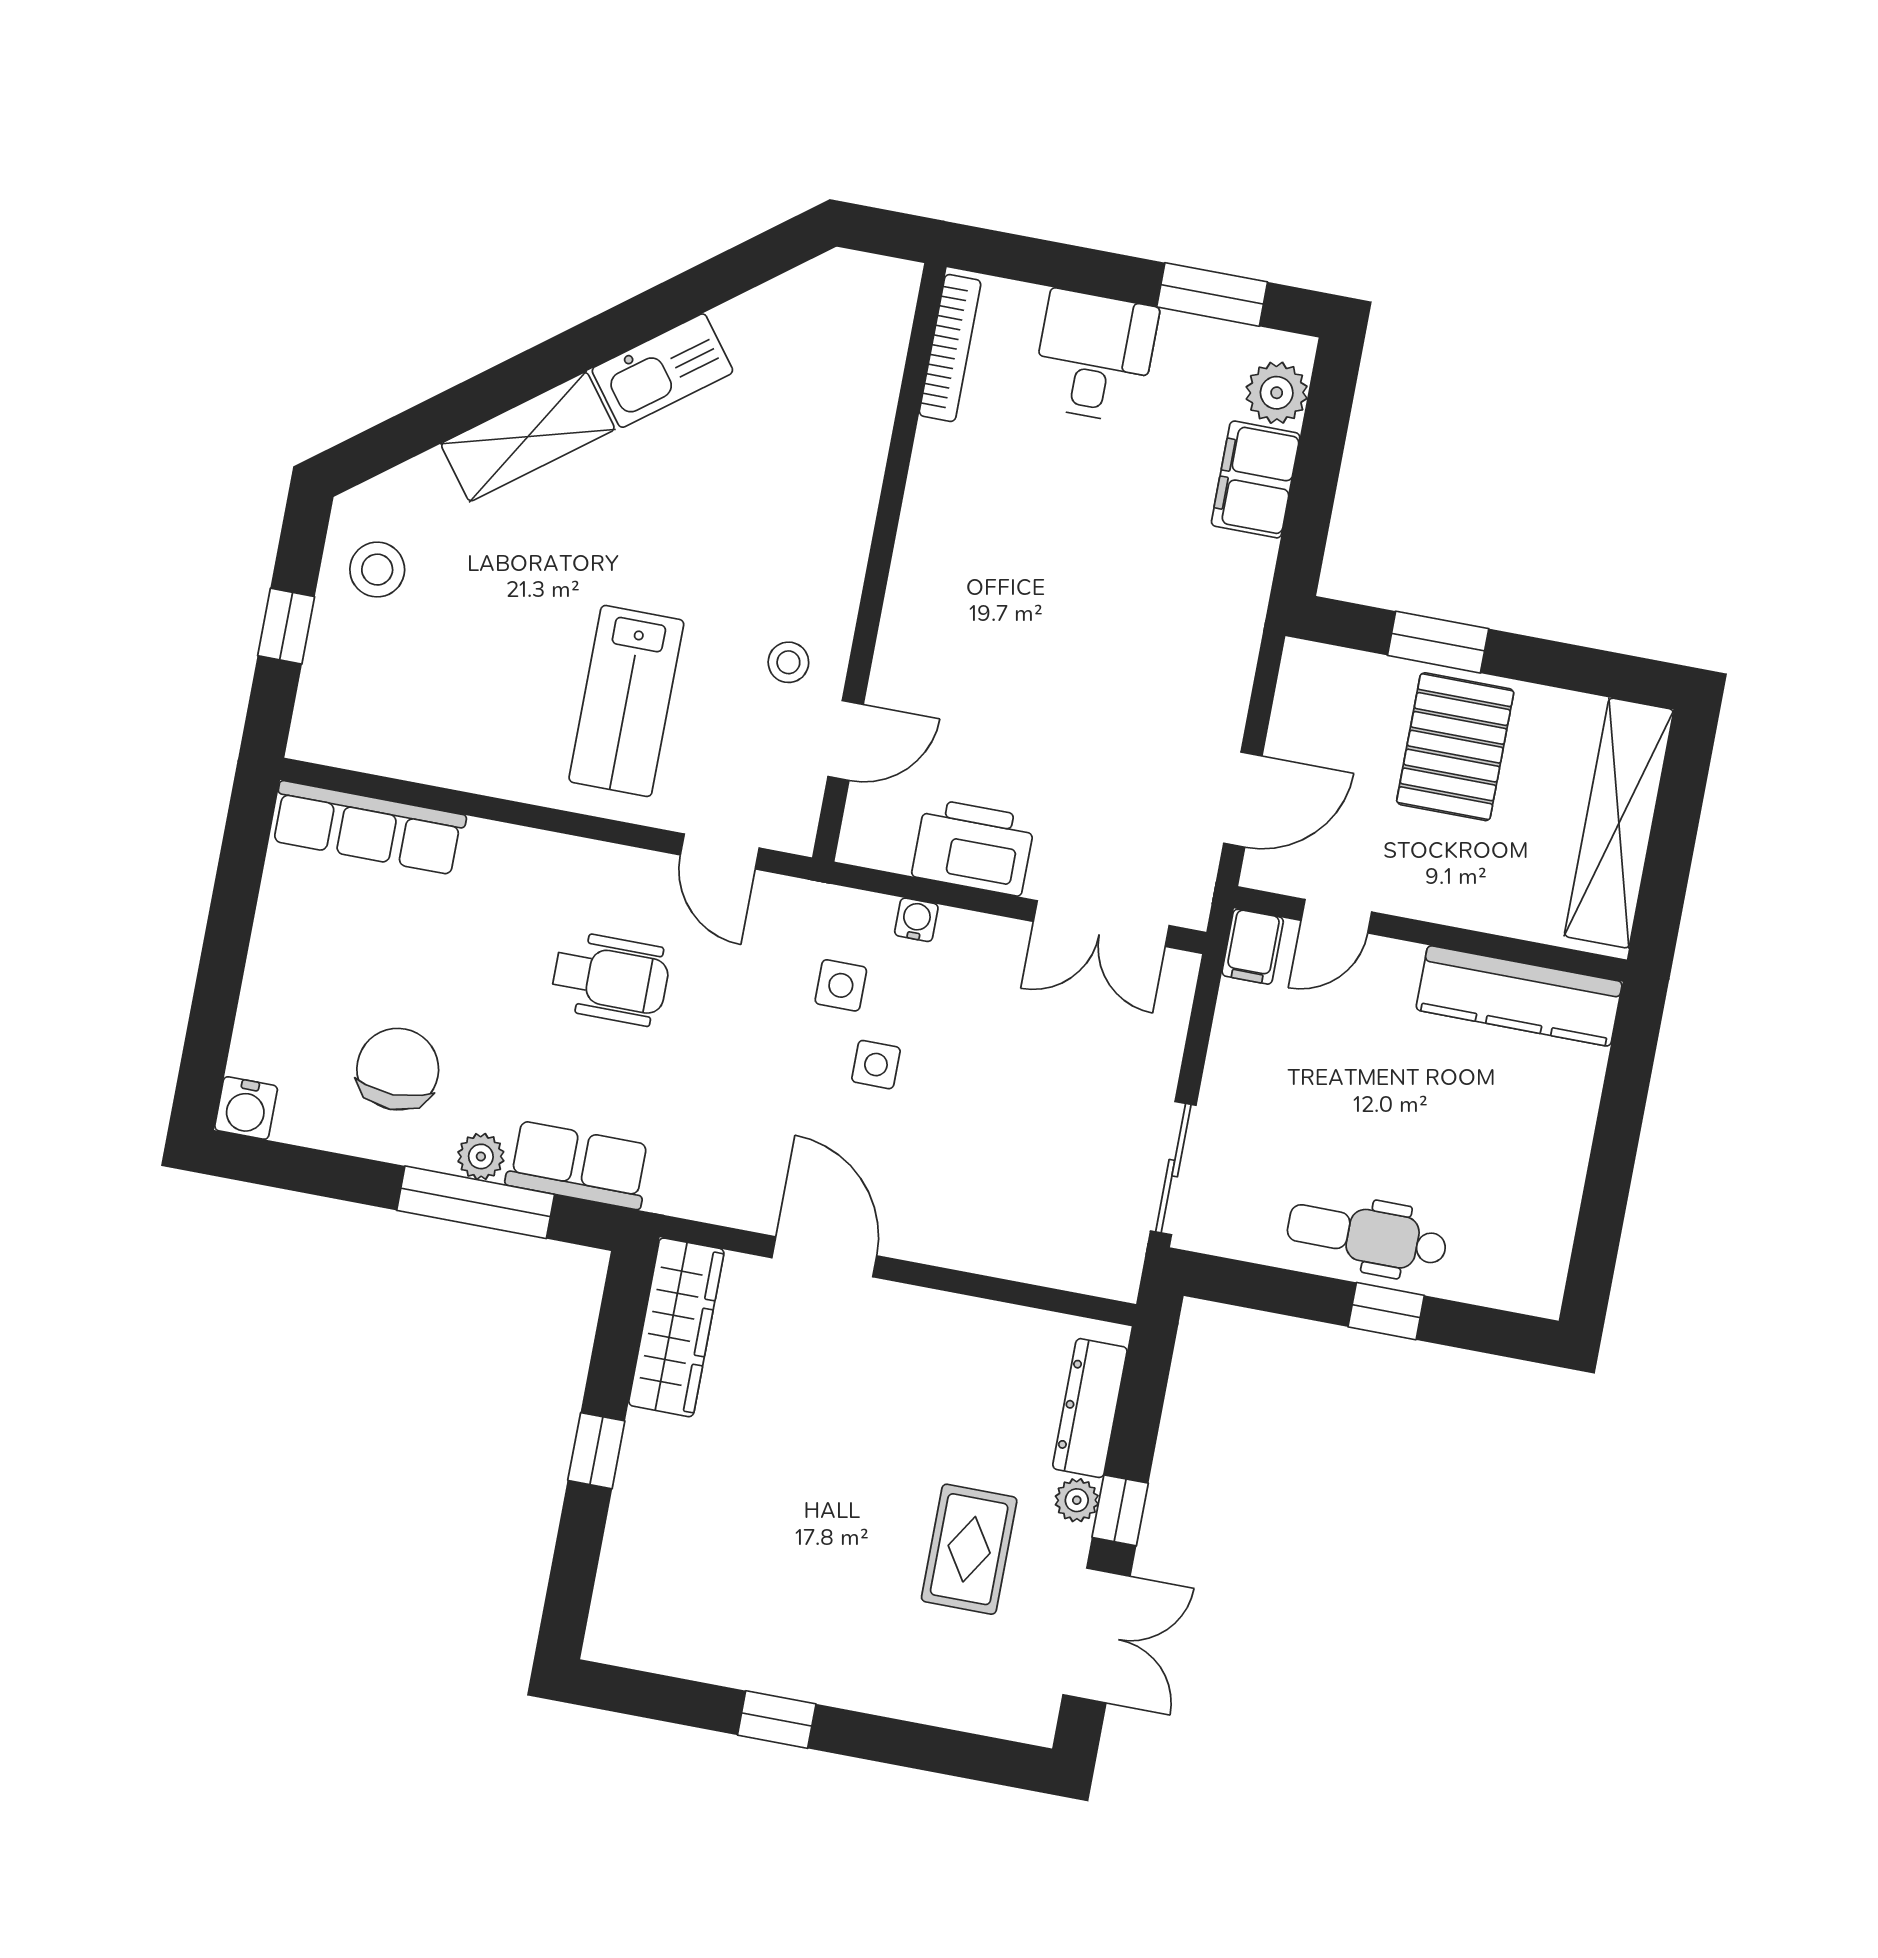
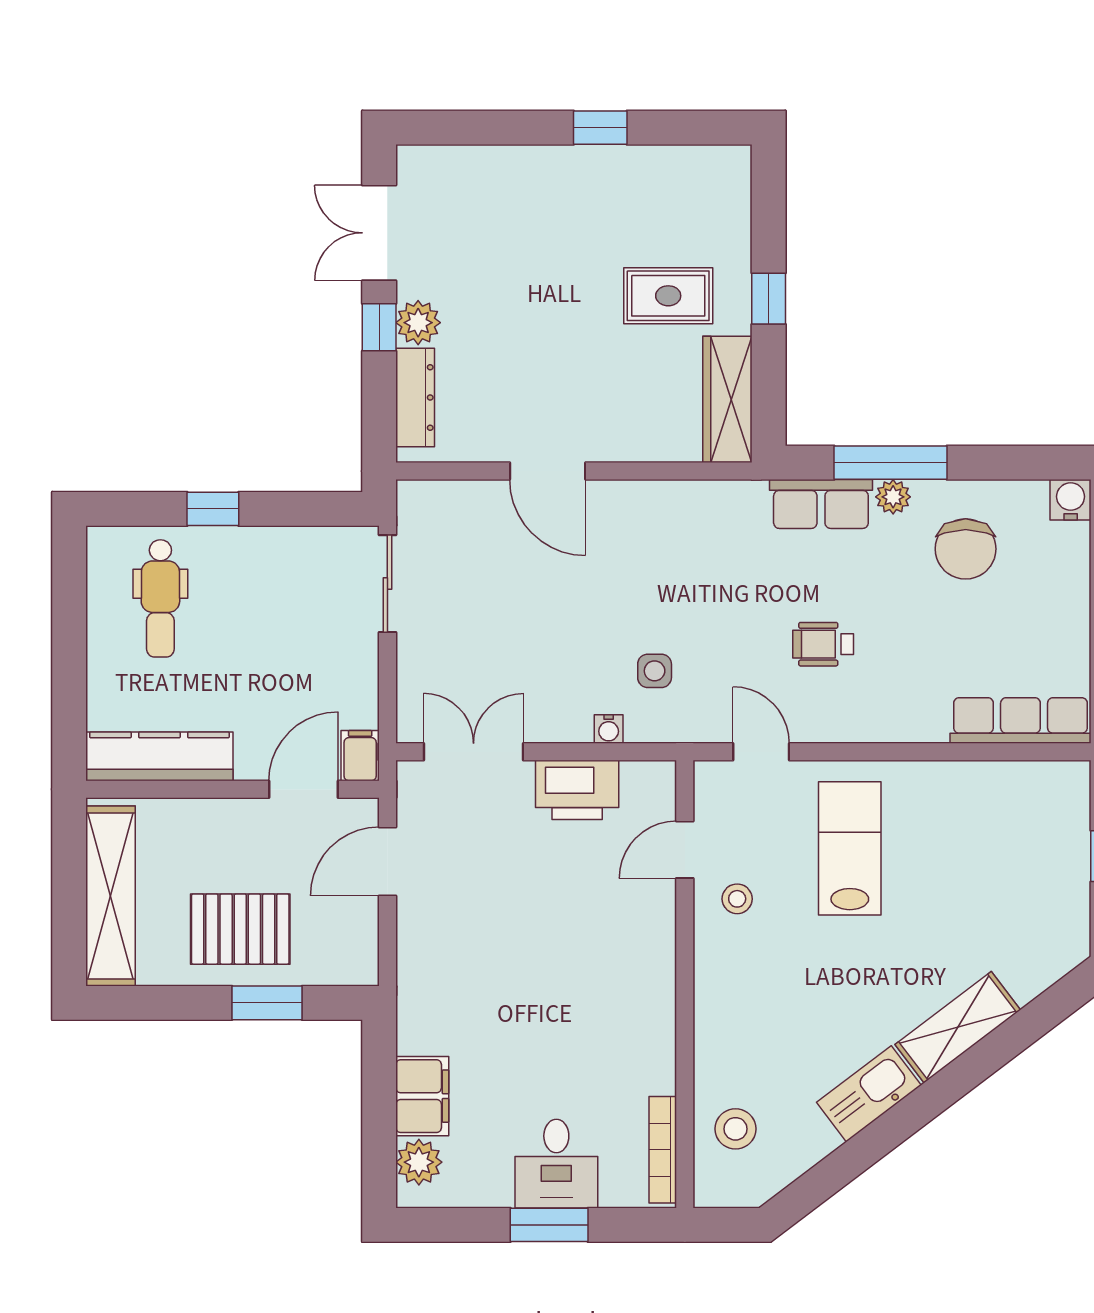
window: (1212, 294) -> (549, 1225), moved
stool: (377, 570) -> (735, 1129), moved
pallet: (1455, 747) -> (240, 929), turned 90
door: (1336, 916) -> (303, 789), width x1.38
wheelchair: (611, 979) -> (823, 644), width x0.73, depth x0.73
side table: (876, 1065) -> (618, 618), removed
dental chair: (1367, 1236) -> (160, 598), moved, turned 90
door: (824, 1257) -> (548, 471), moved
plant: (1077, 1500) -> (418, 323), width x1.38, depth x1.38
rug: (969, 1549) -> (668, 296), moved, turned 90

